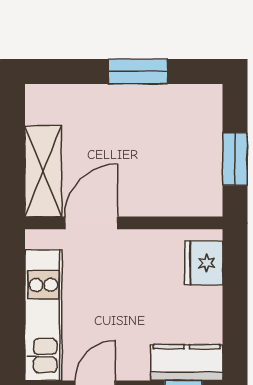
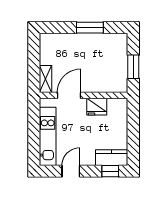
shelving: (43, 171) -> (46, 79), width x0.67, depth x0.75
fridge: (204, 263) -> (97, 107), moved, turned -90

